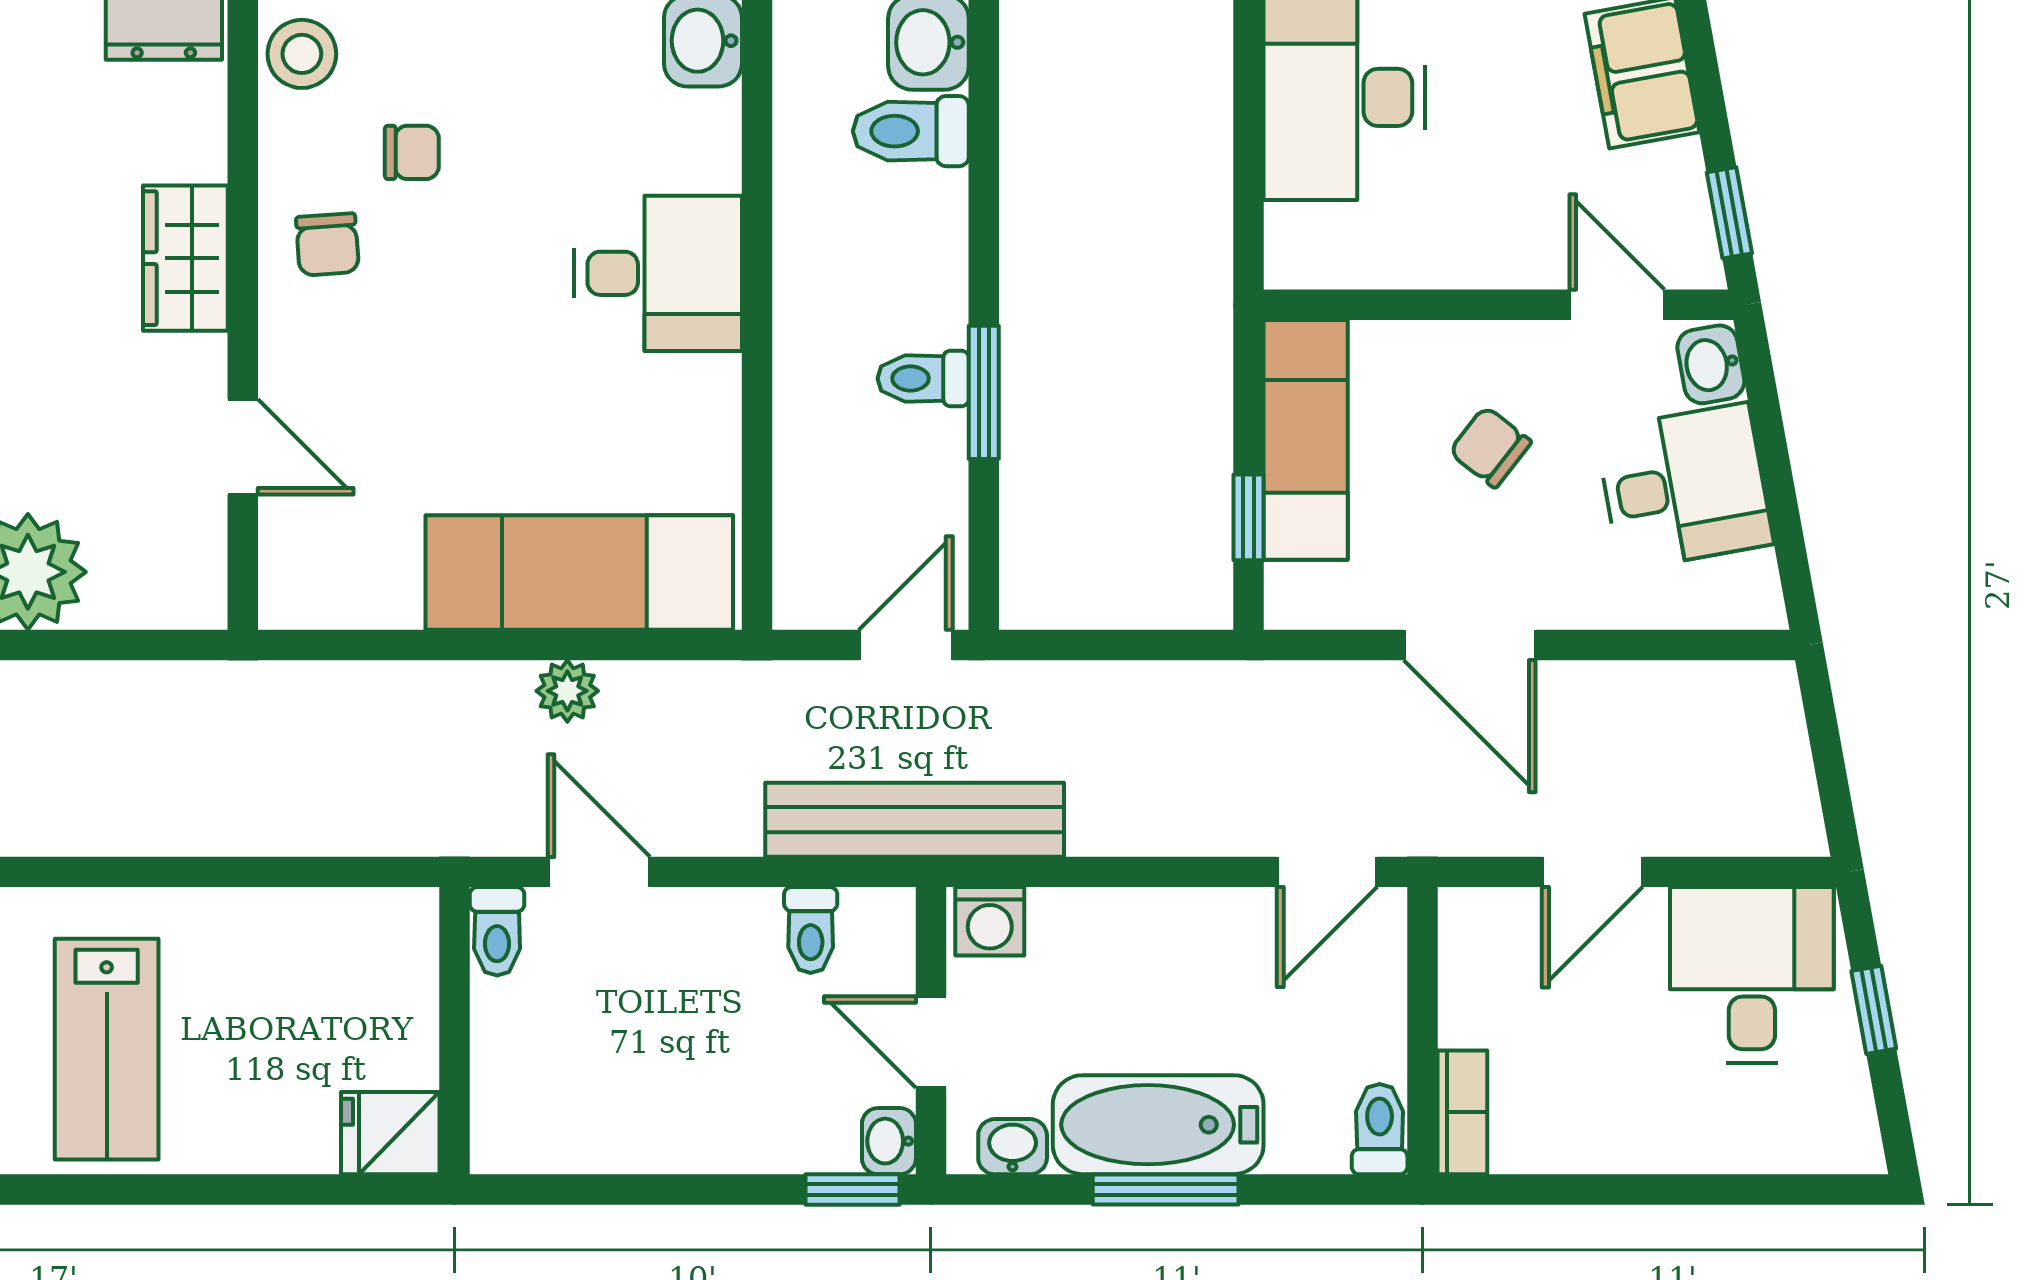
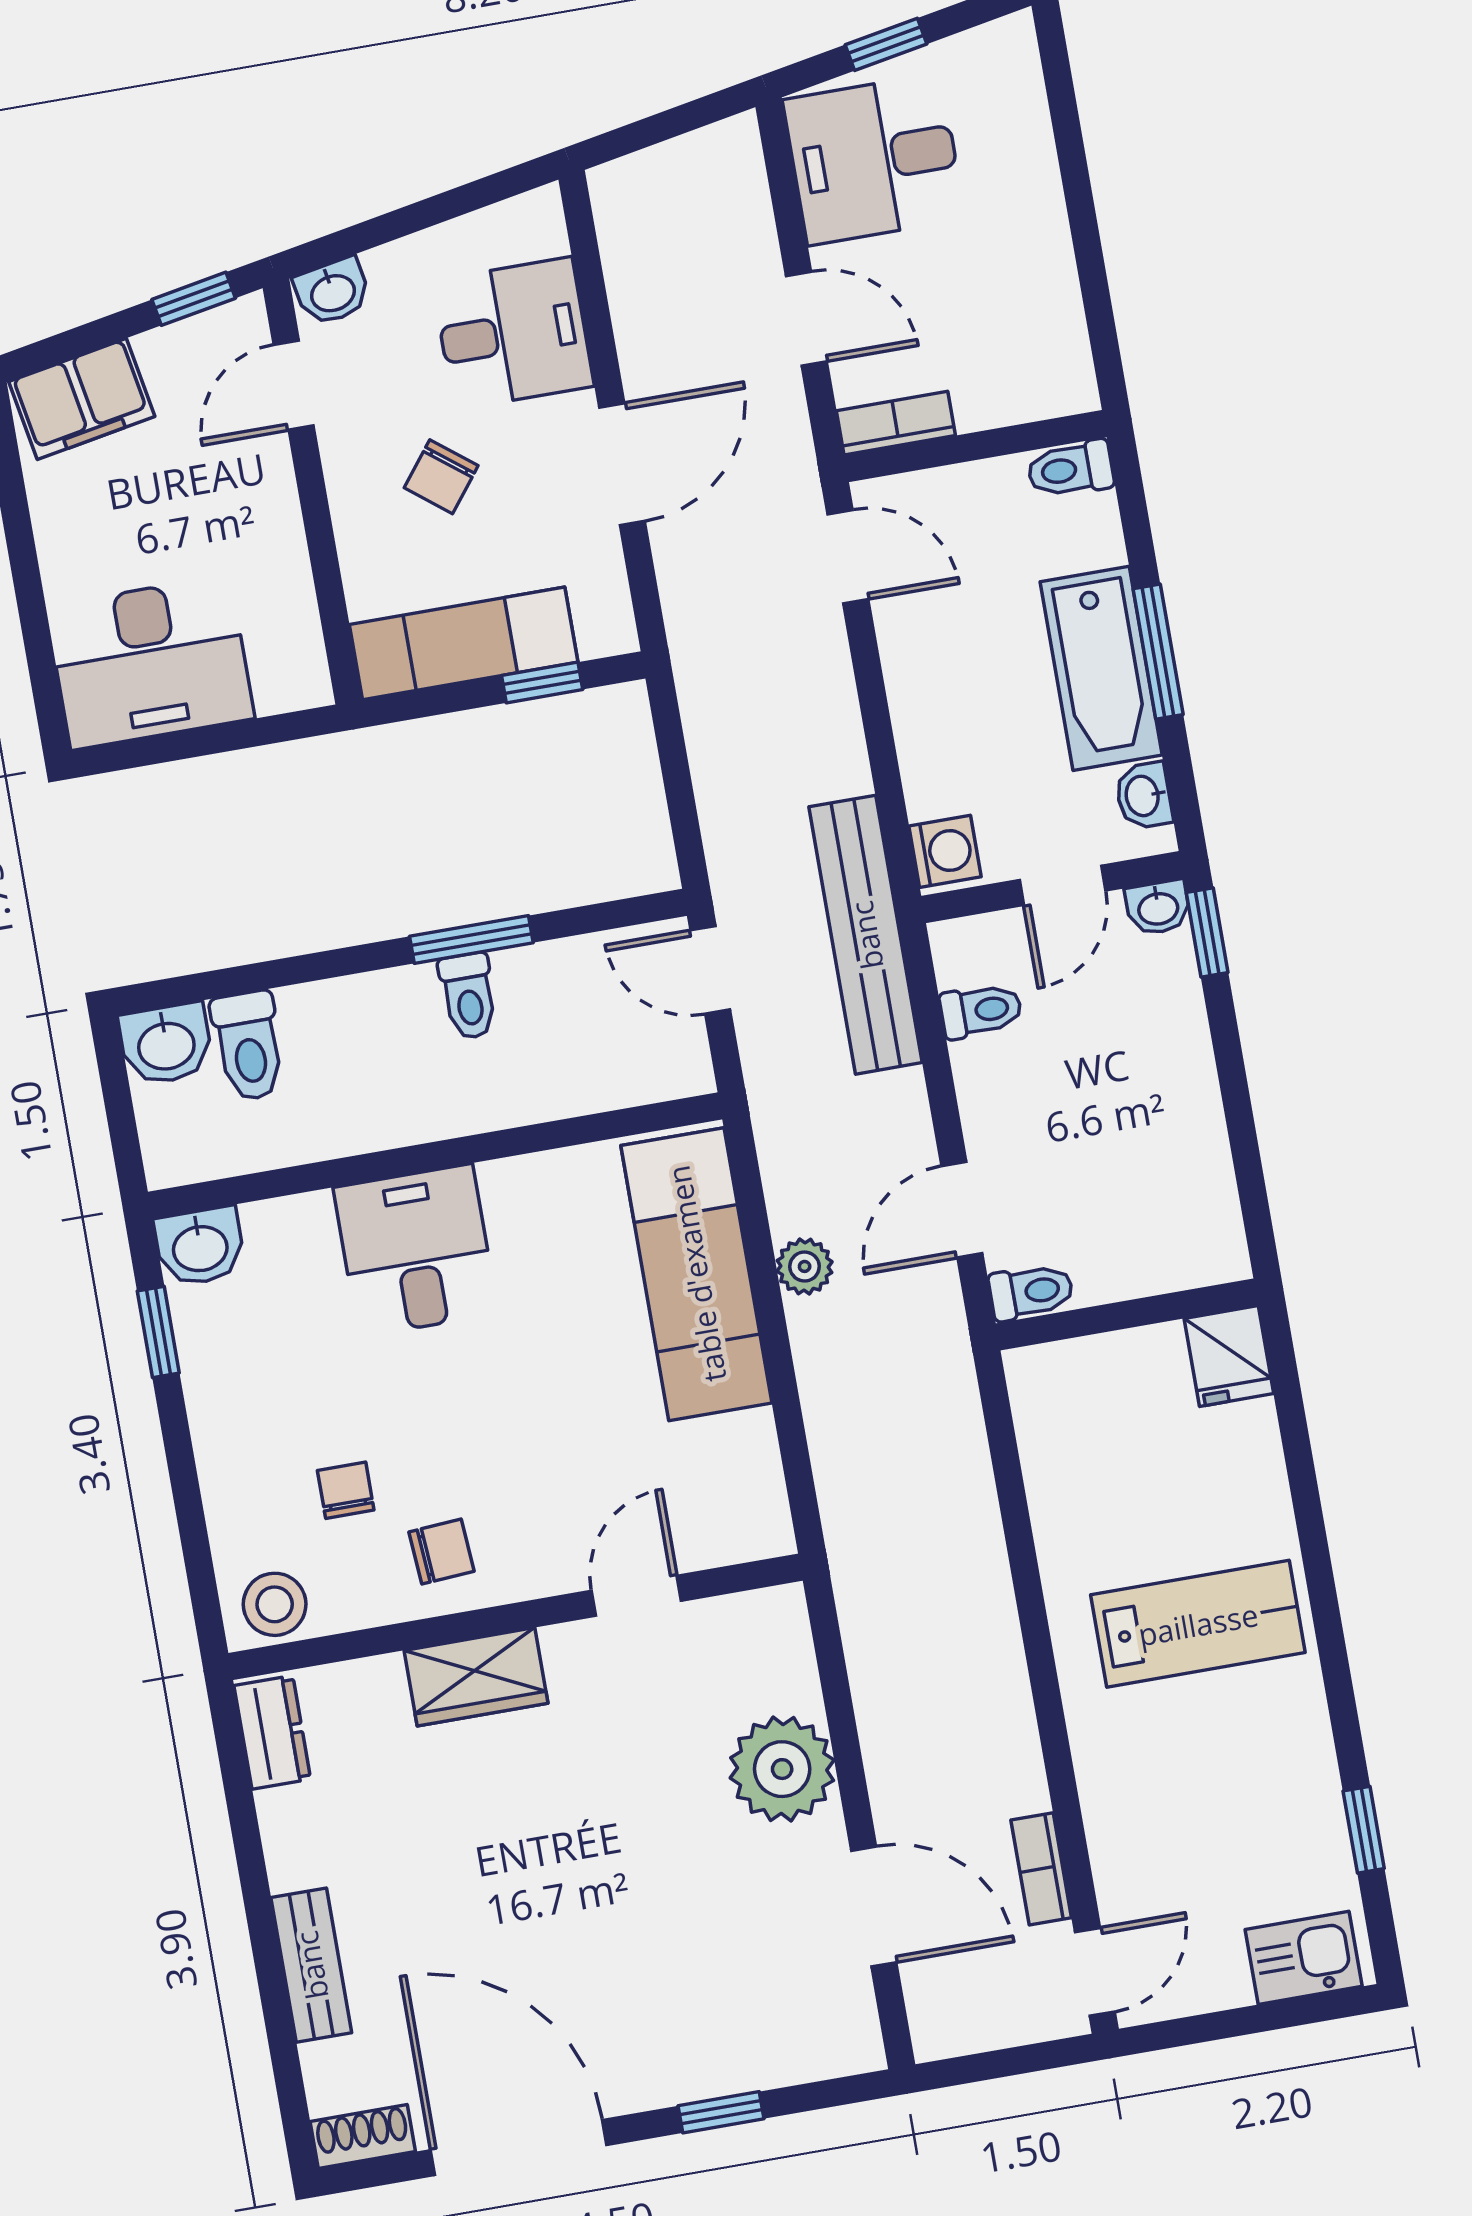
desk: (1684, 487) -> (513, 333), moved, turned 100
bookcase: (1462, 1112) -> (896, 423), moved

